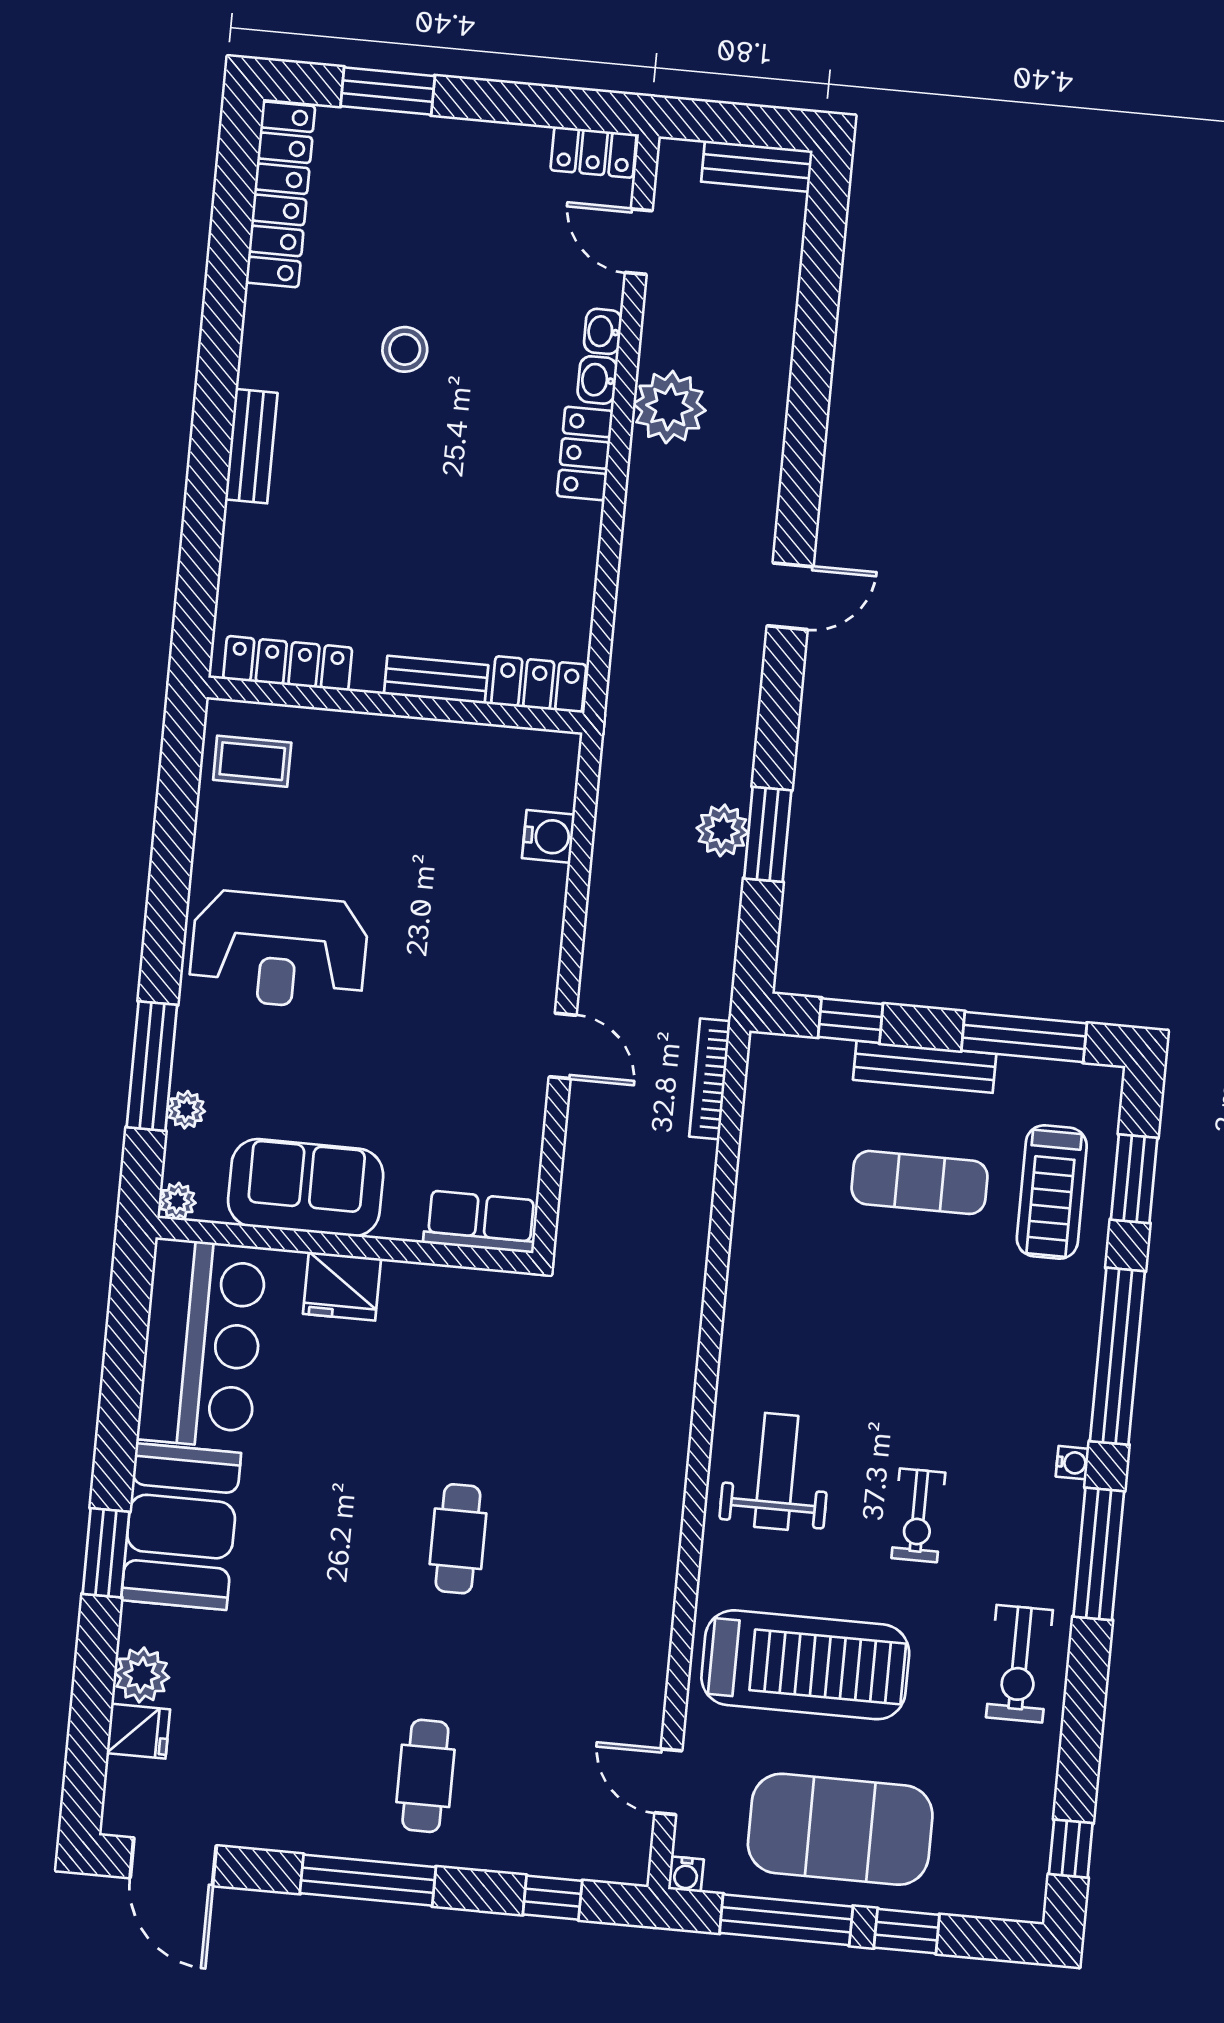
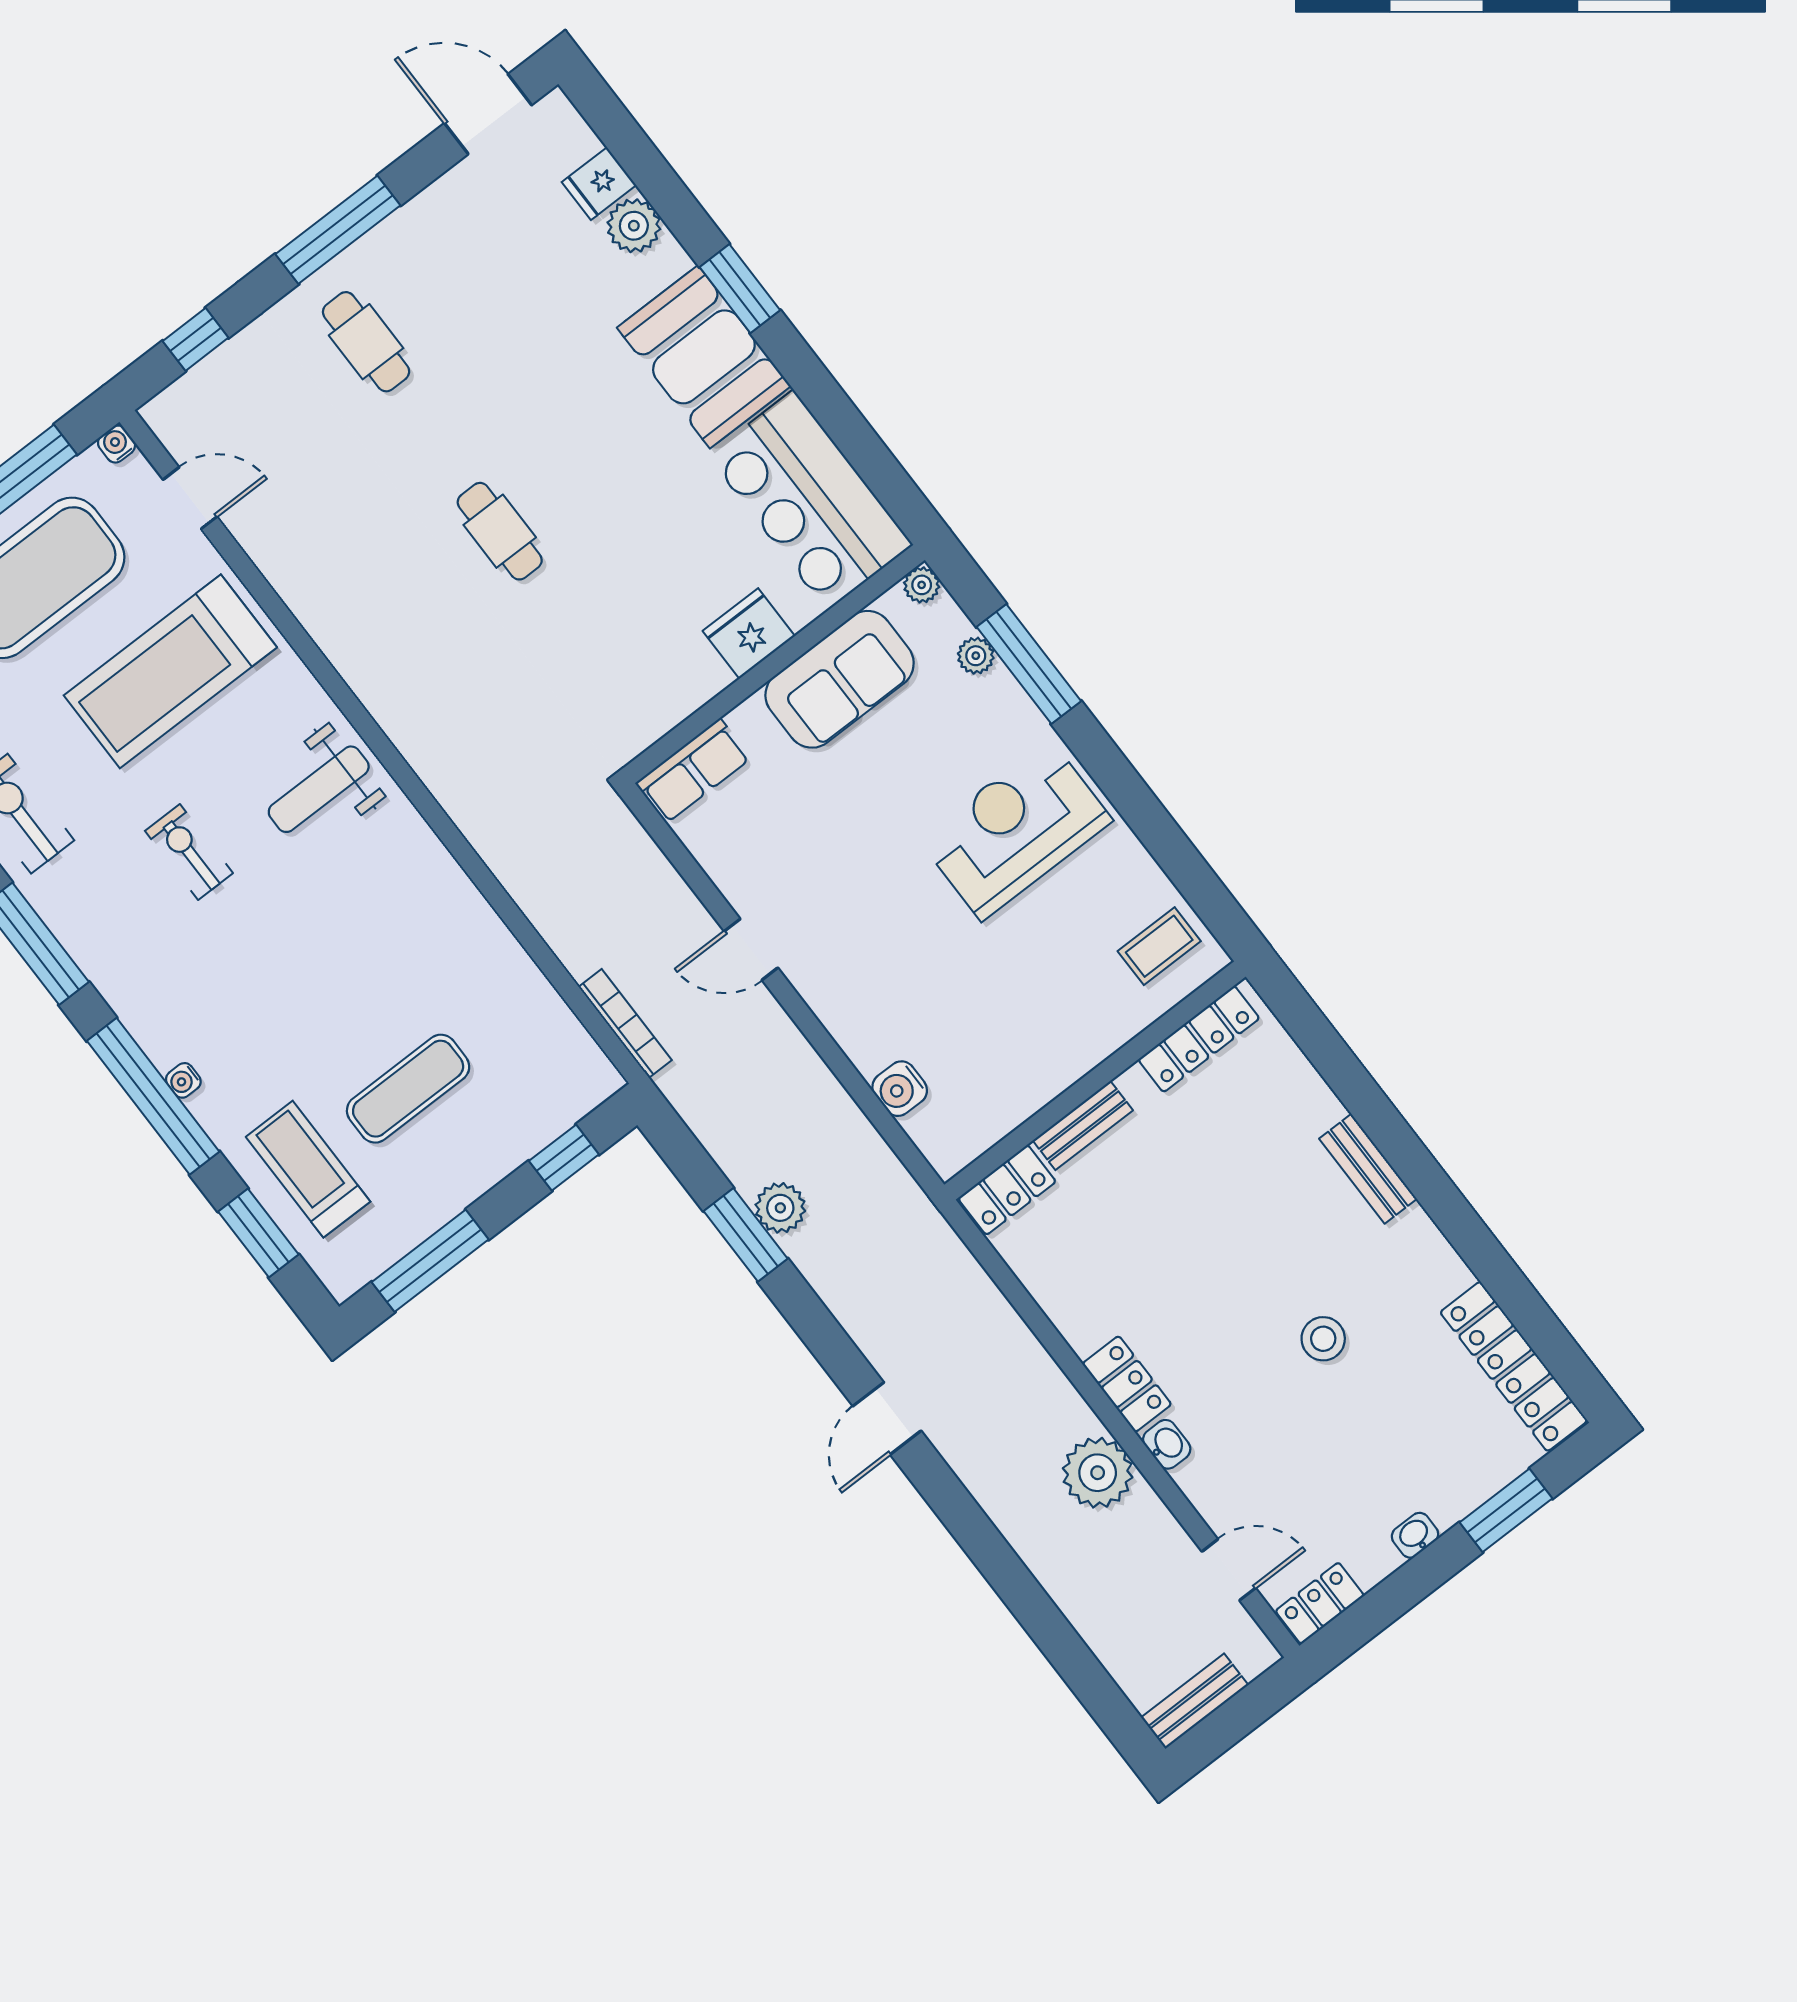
washbasin: (603, 331) -> (1415, 1535), moved, turned -90
bench: (925, 1067) -> (481, 1174), removed
water cooler: (1072, 1463) -> (183, 1080), moved
weight bench: (776, 1471) -> (319, 789), turned 90

